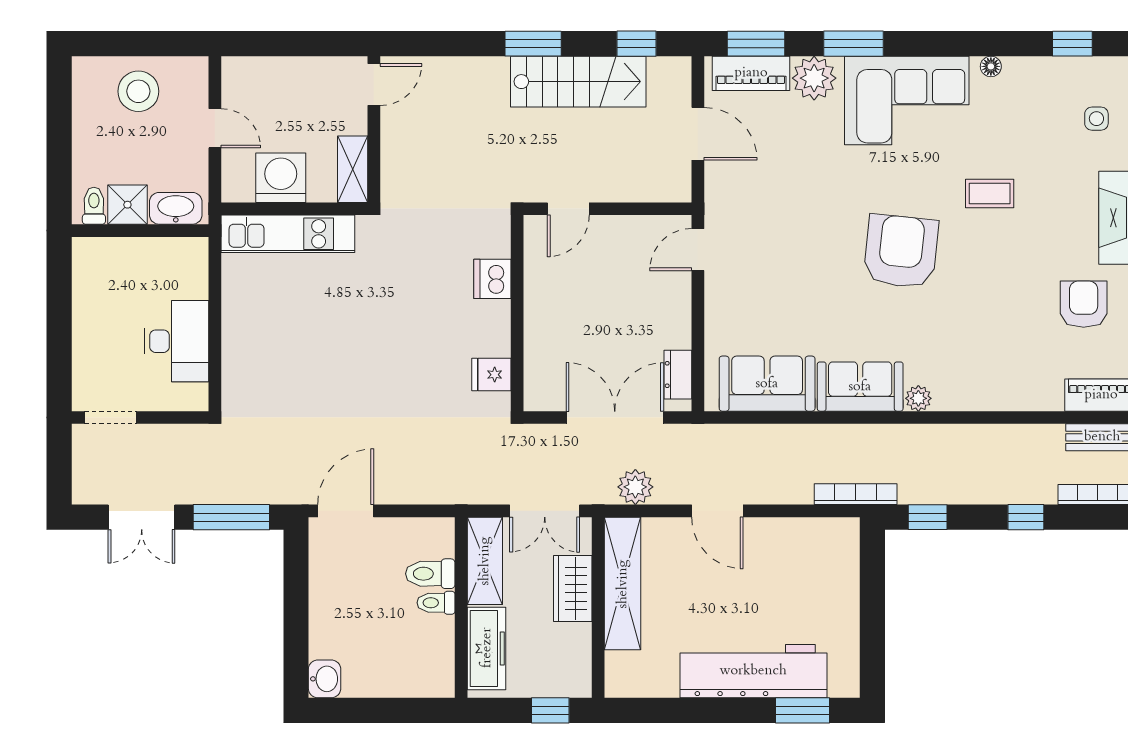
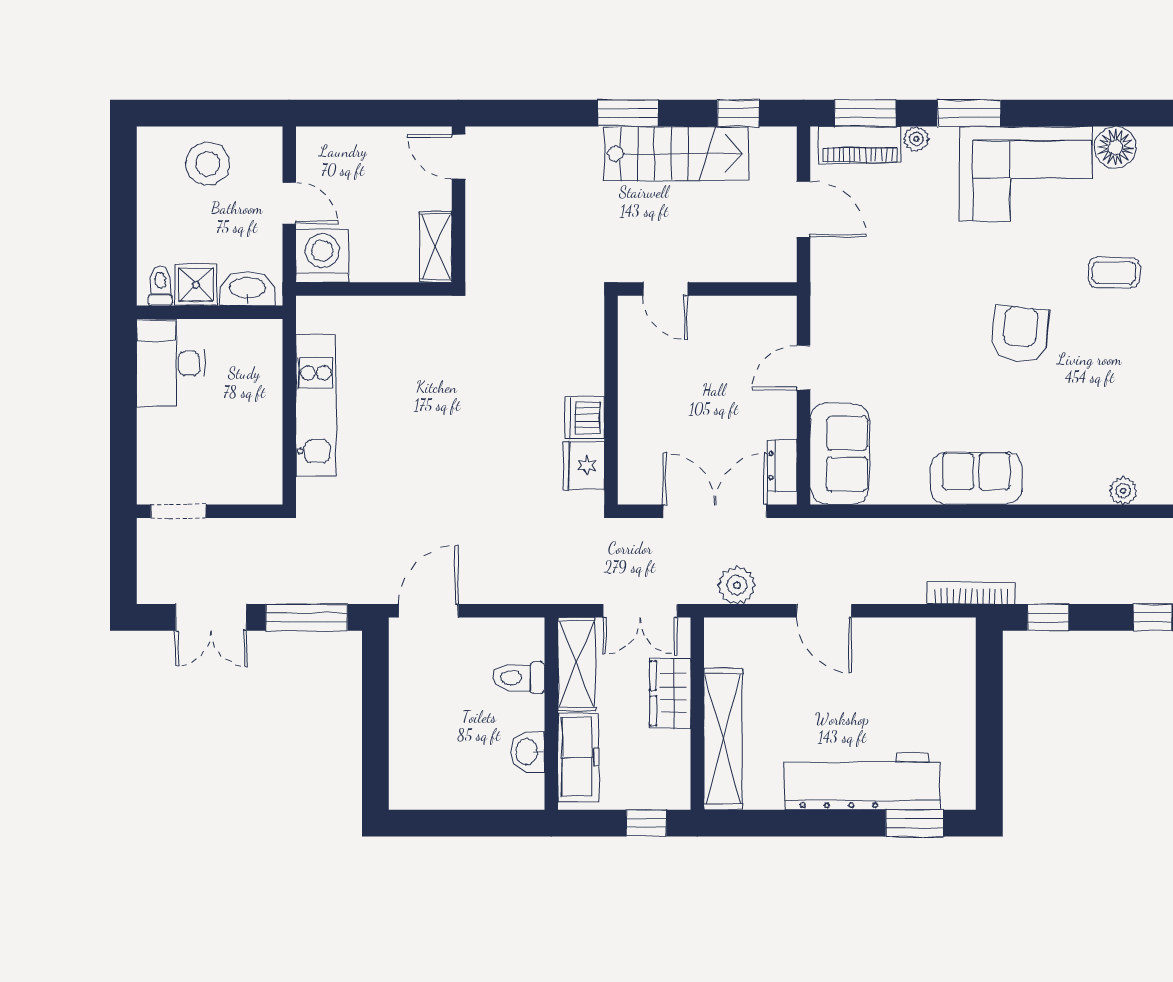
floor lamp: (991, 66) -> (1115, 147), width x1.89, depth x1.89
plant: (814, 78) -> (916, 139), width x0.53, depth x0.53
door: (374, 85) -> (458, 157), swing flipped
washing machine: (281, 178) -> (322, 256), moved
door: (568, 209) -> (665, 289), hinge flipped
kitchen unit: (288, 234) -> (316, 406), moved, turned -90
door: (698, 250) -> (803, 368), moved
armchair: (901, 251) -> (1020, 334), width x0.73, depth x0.73
dishwasher: (492, 279) -> (585, 418), moved
desk: (177, 341) -> (171, 363), moved, turned 180
fridge: (491, 375) -> (584, 466), width x1.38
sofa: (767, 384) -> (840, 454), moved, turned 90
plant: (918, 398) -> (1123, 491), moved
shelving: (623, 584) -> (723, 739), moved
toilet: (436, 603) -> (525, 709), removed
washbasin: (325, 679) -> (528, 752), moved, turned 180

